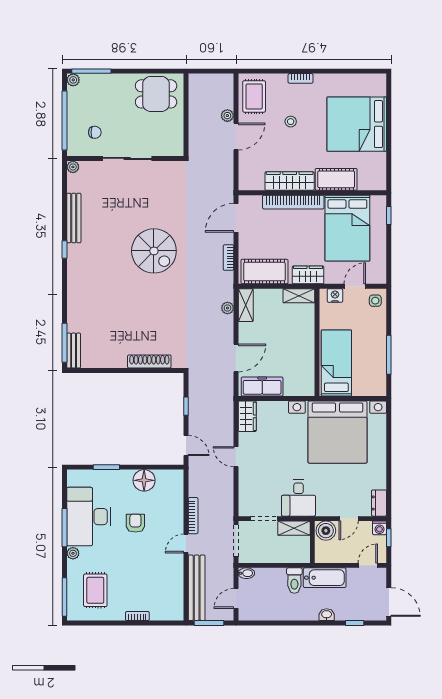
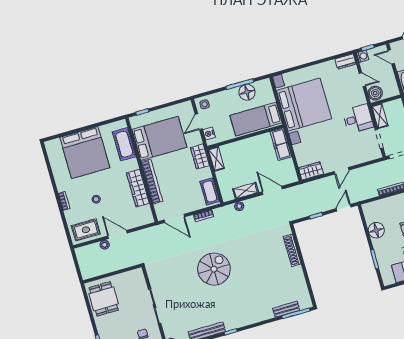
cot: (336, 179) -> (124, 144), moved
cot: (264, 272) -> (210, 191), width x0.73, depth x0.75
door: (355, 286) -> (199, 122), hinge flipped
shelving: (246, 305) -> (246, 191), moved
bench: (74, 351) -> (286, 309), moved
floor lamp: (375, 361) -> (247, 92), added
freezer: (262, 387) -> (281, 144), moved

